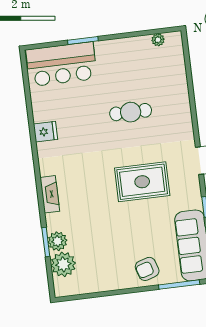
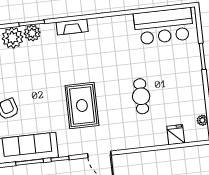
bar counter: (62, 64) -> (164, 26), moved, turned -90
fridge: (45, 132) -> (176, 135), moved, turned 180

